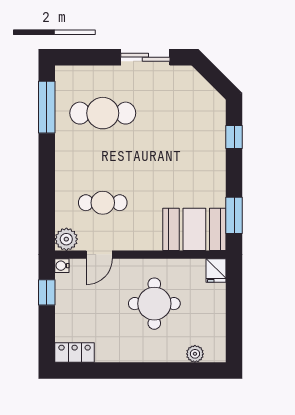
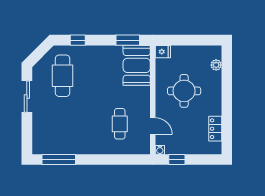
cafe table: (103, 113) -> (63, 76), moved
plant: (66, 239) -> (143, 147), removed
locker: (75, 353) -> (215, 129), moved

